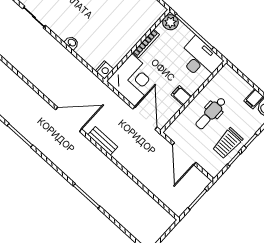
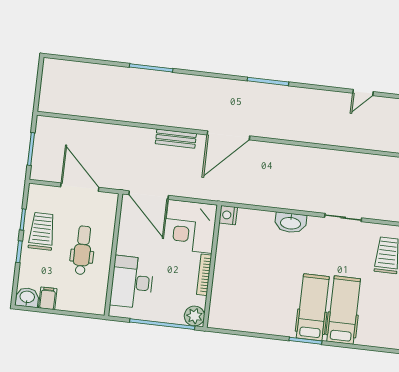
washbasin: (72, 43) -> (291, 223), width x1.91, depth x1.45
desk: (200, 59) -> (132, 282), moved, turned 90
filing cabinet: (181, 96) -> (127, 247), removed

